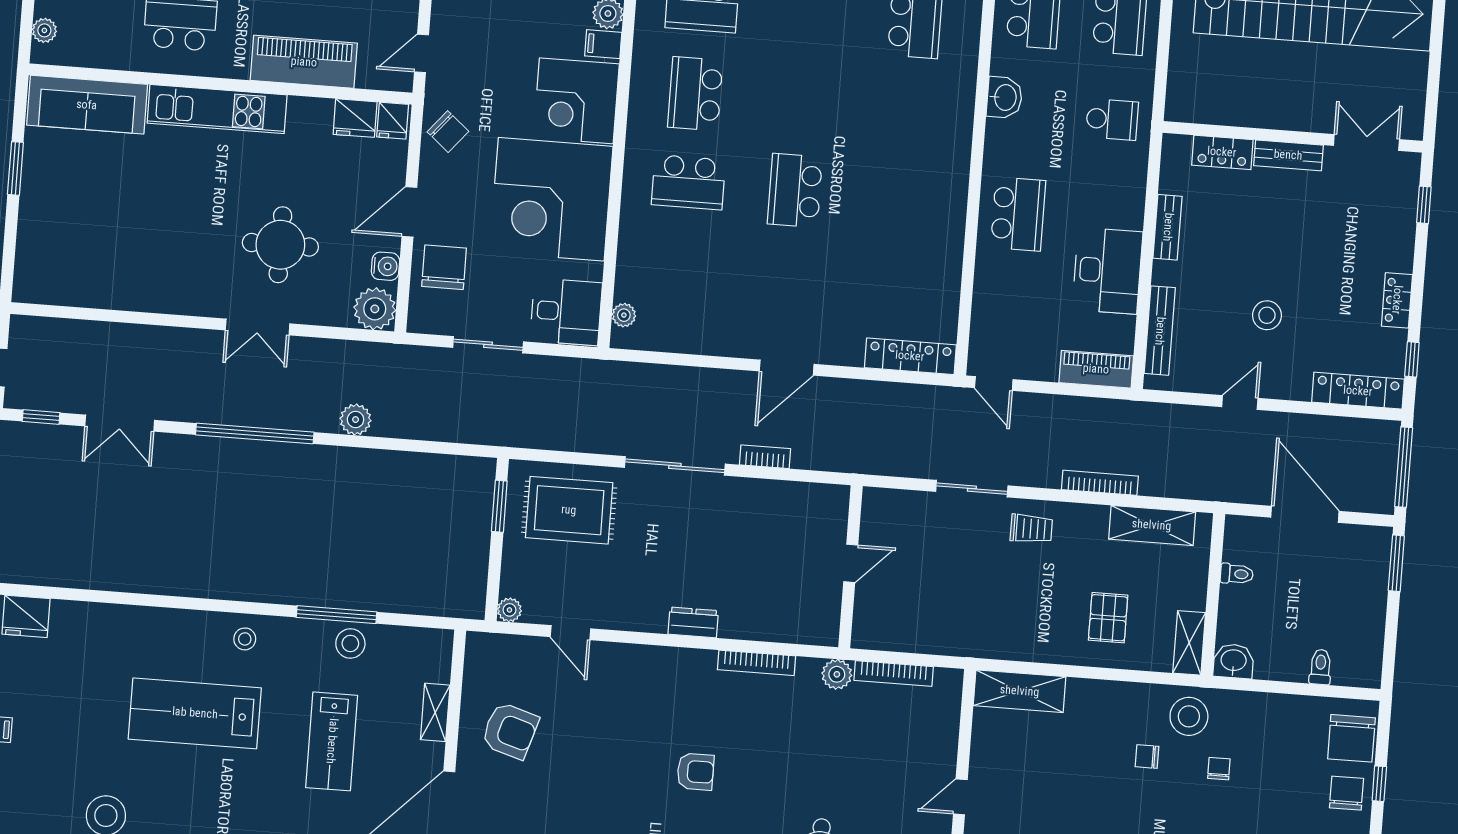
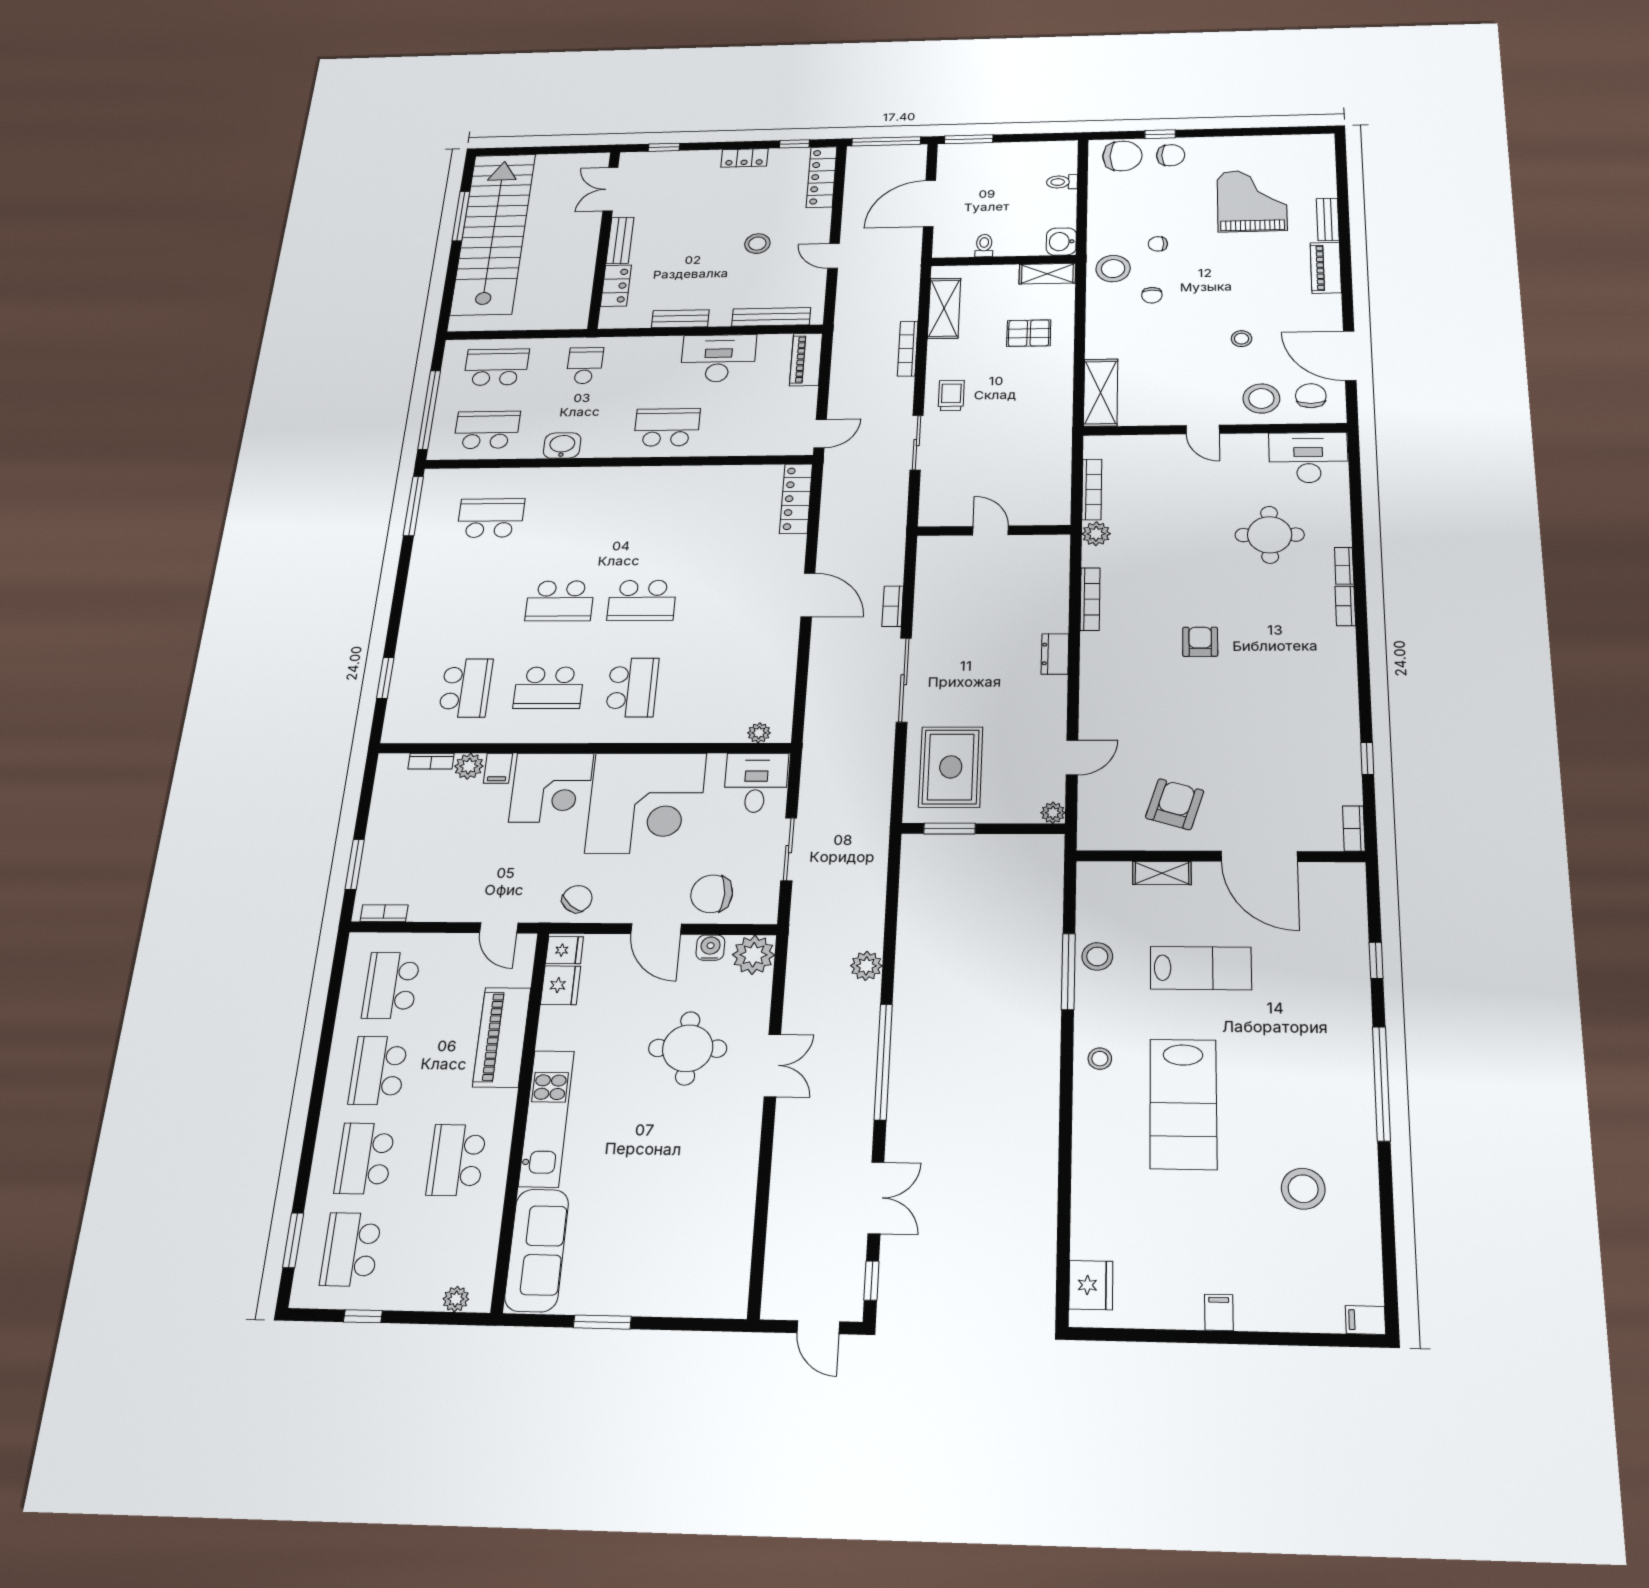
school desk: (802, 102) -> (560, 601), added
chair: (1347, 793) -> (1171, 155), turned 180

